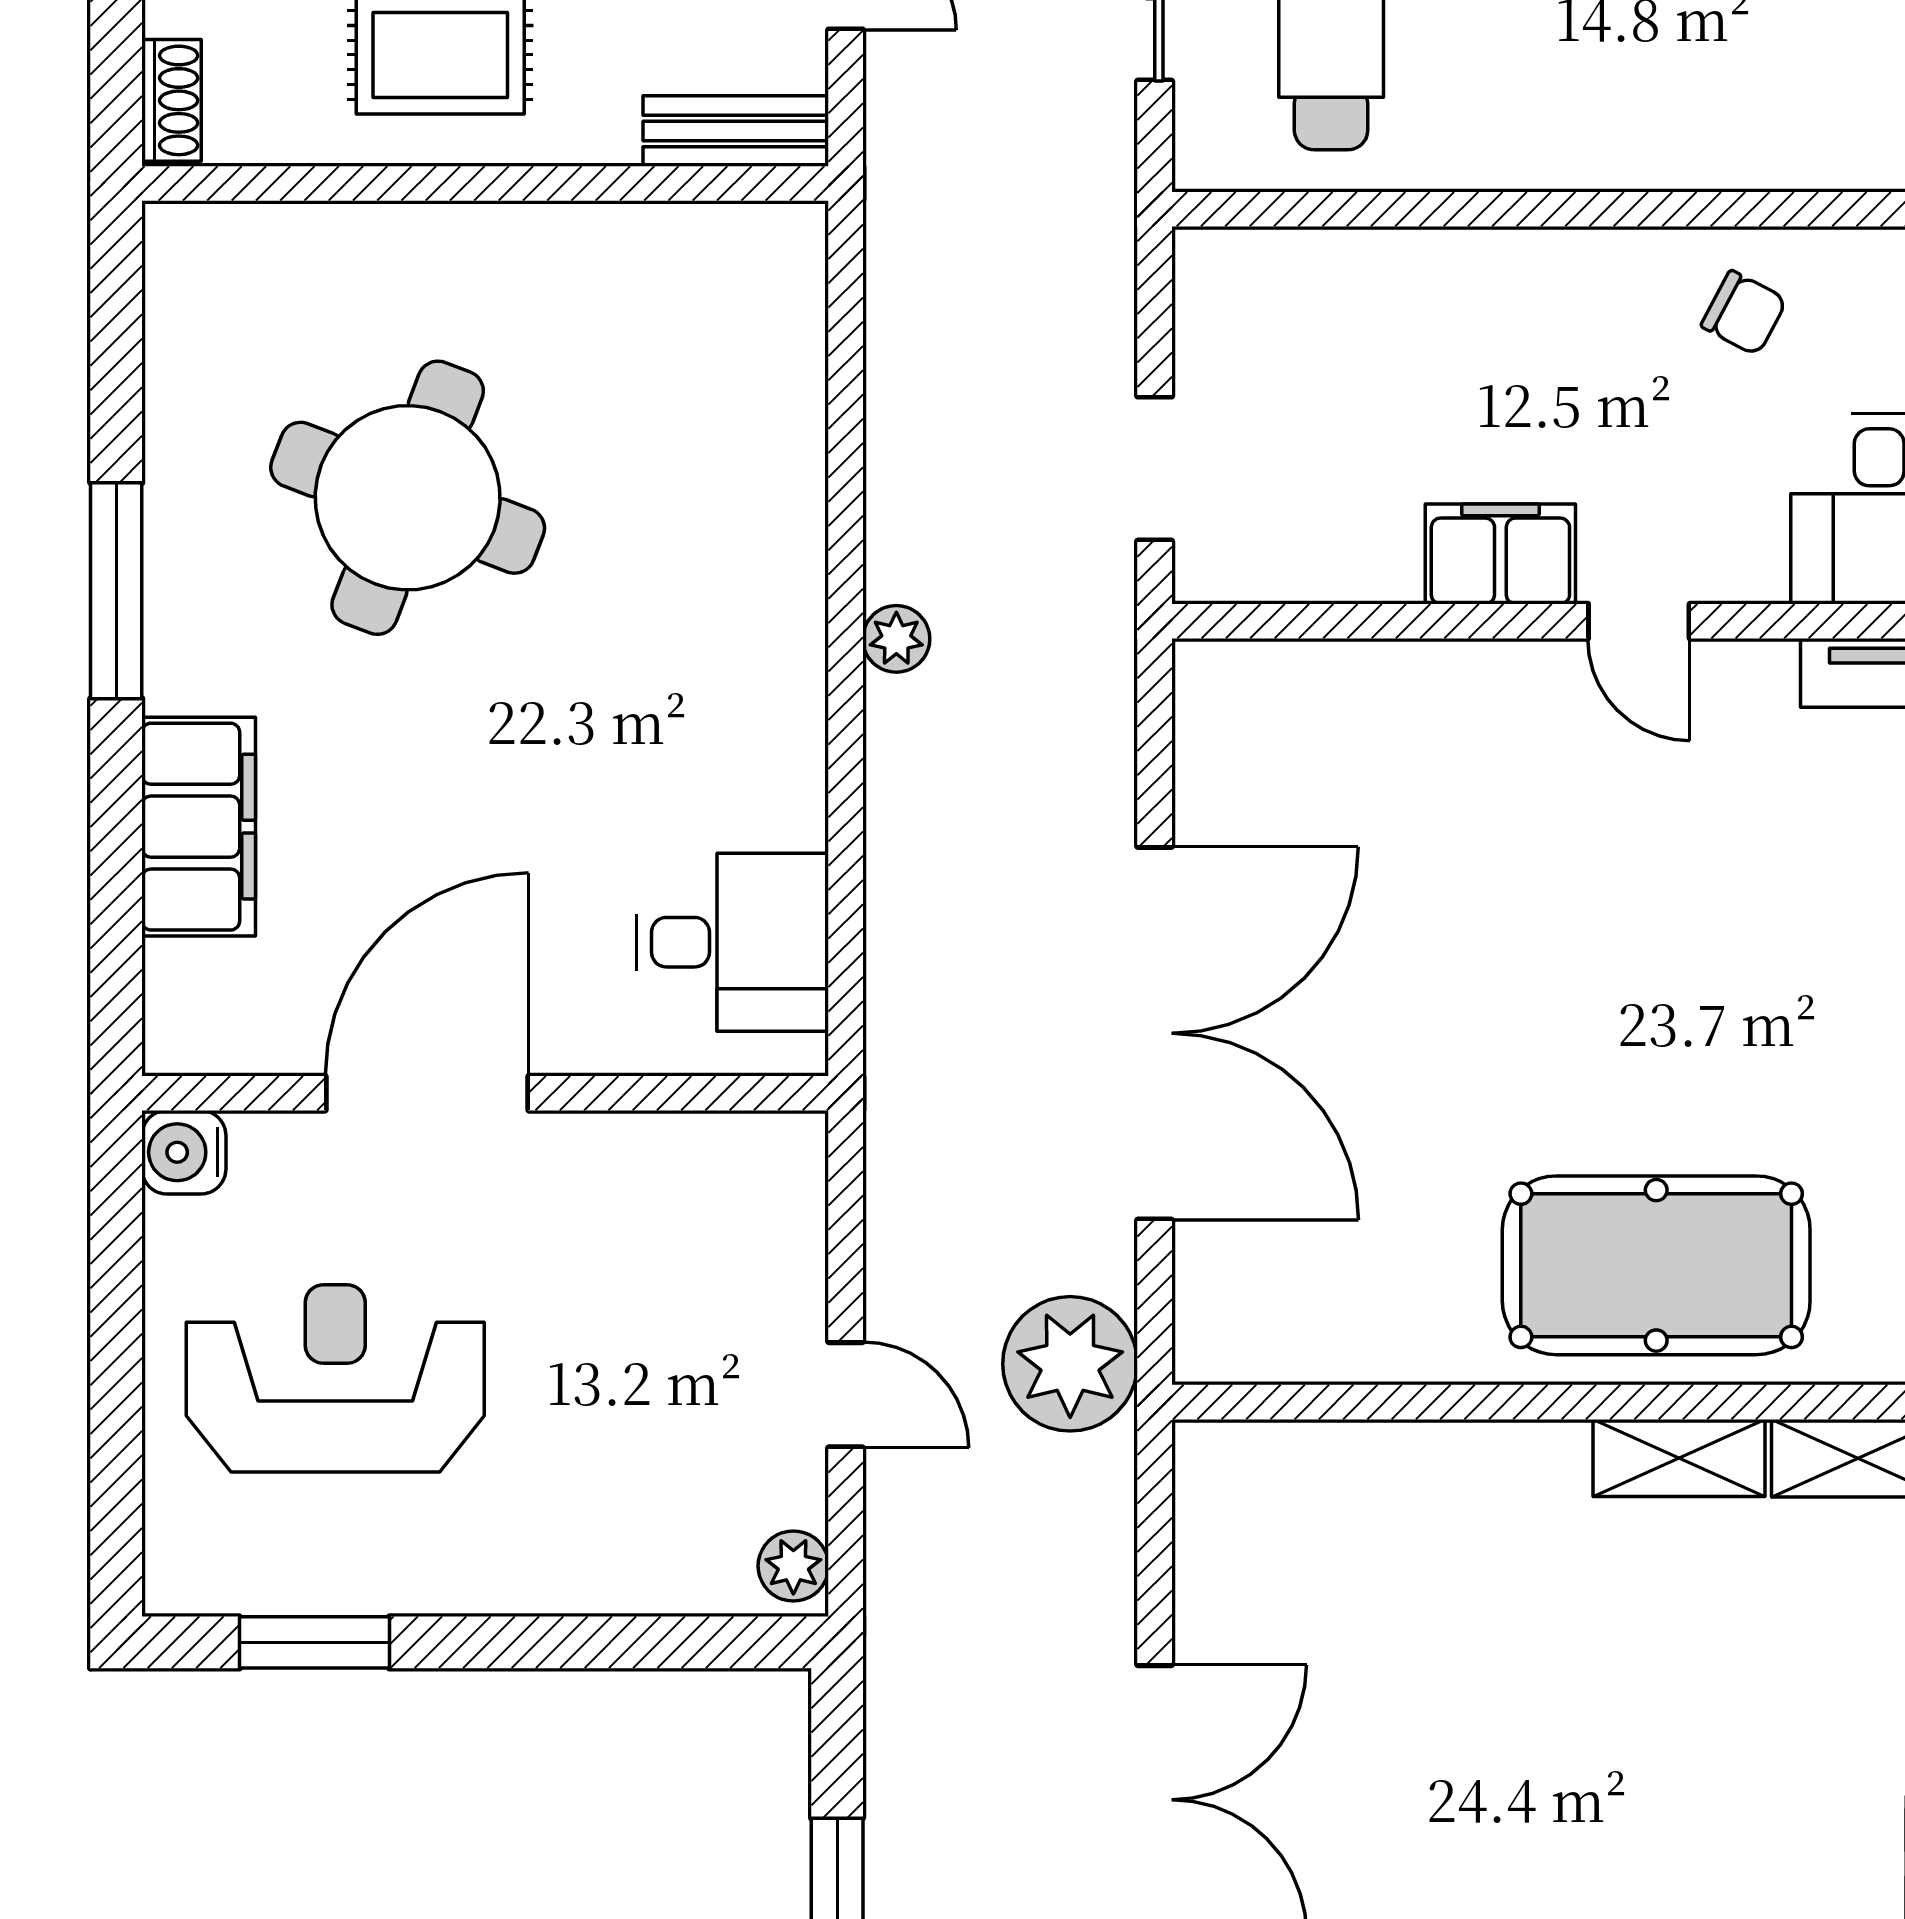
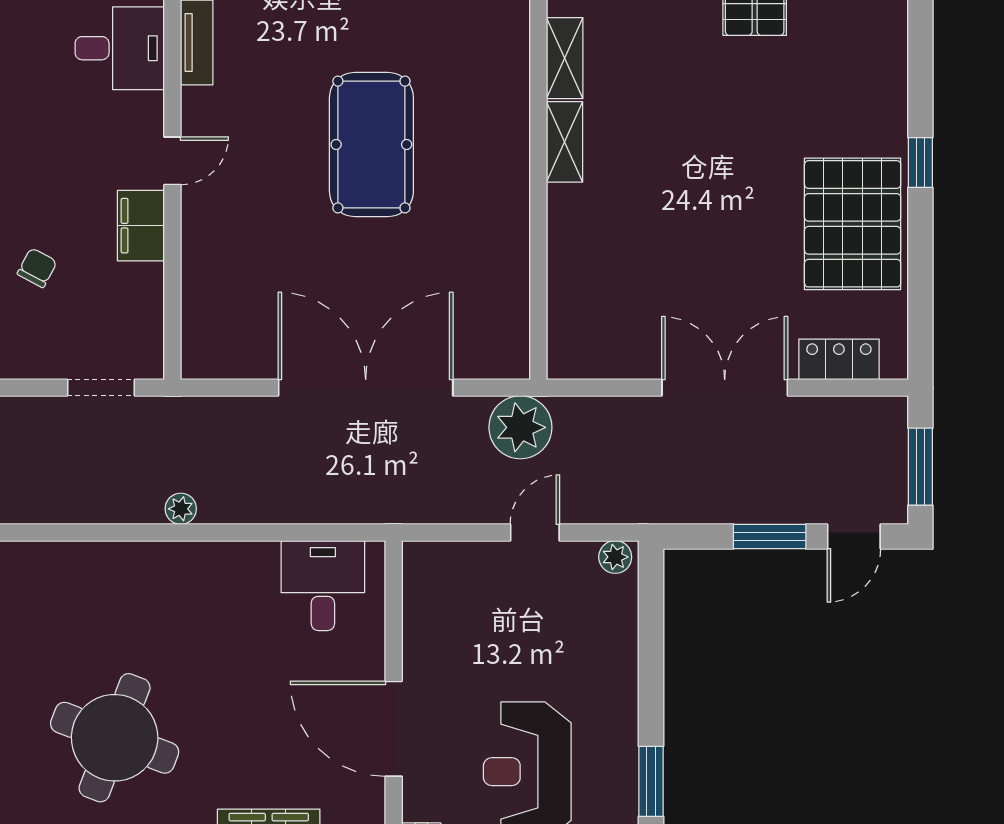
chair: (1744, 313) -> (37, 268), moved
pool table: (1656, 1265) -> (371, 144), moved

